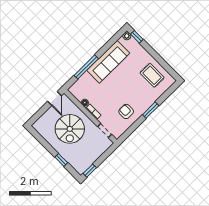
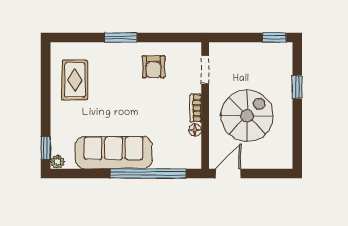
window: (86, 67) -> (148, 174), width x1.46

